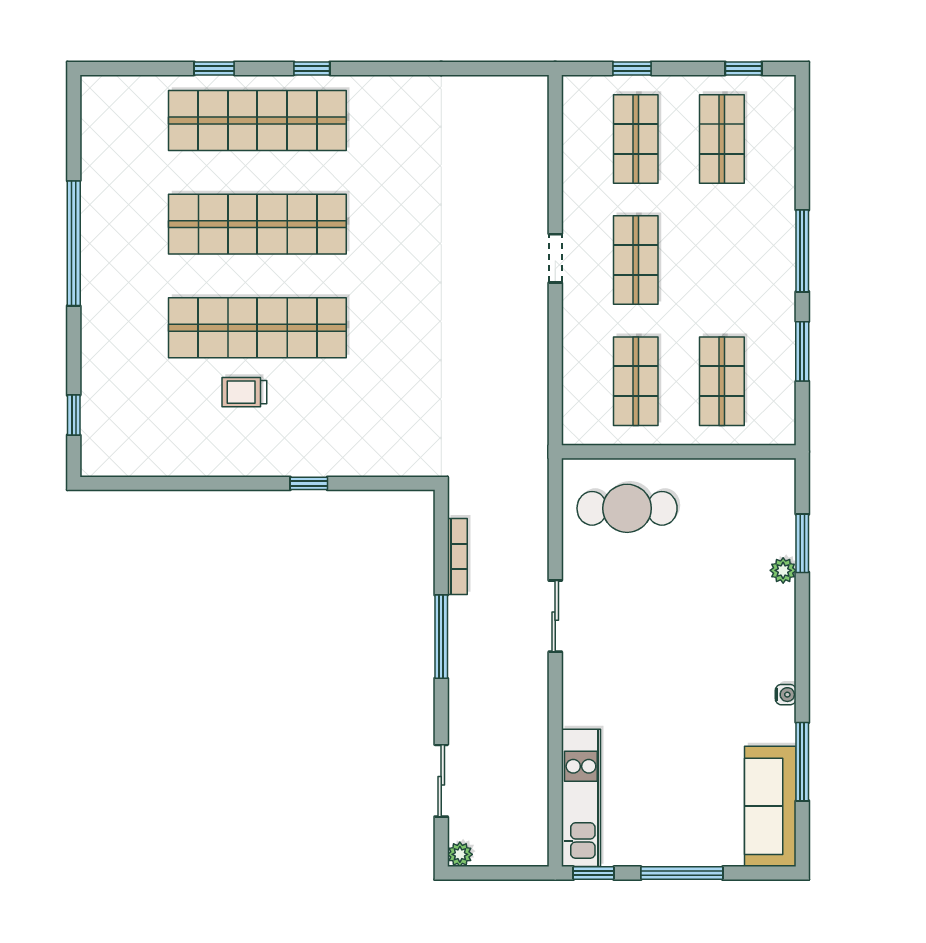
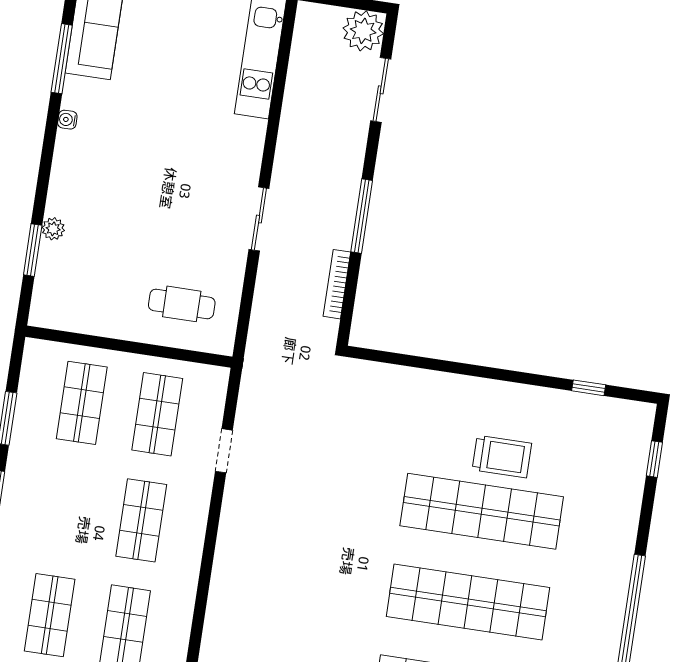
doorway: (555, 258) -> (224, 451), moved
trolley: (244, 392) -> (502, 457), width x1.36, depth x1.39
window: (309, 483) -> (589, 388), moved
cafe table: (627, 508) -> (182, 304), width x0.73, depth x0.74
plant: (460, 854) -> (363, 31), width x1.88, depth x1.88

